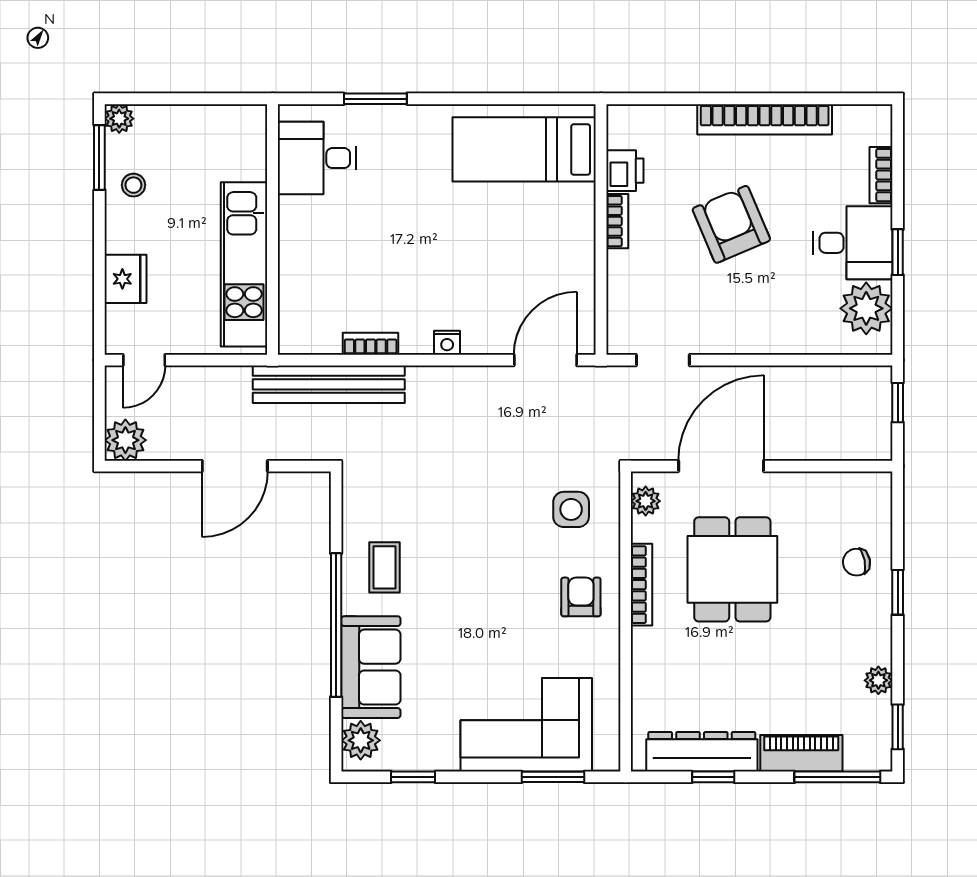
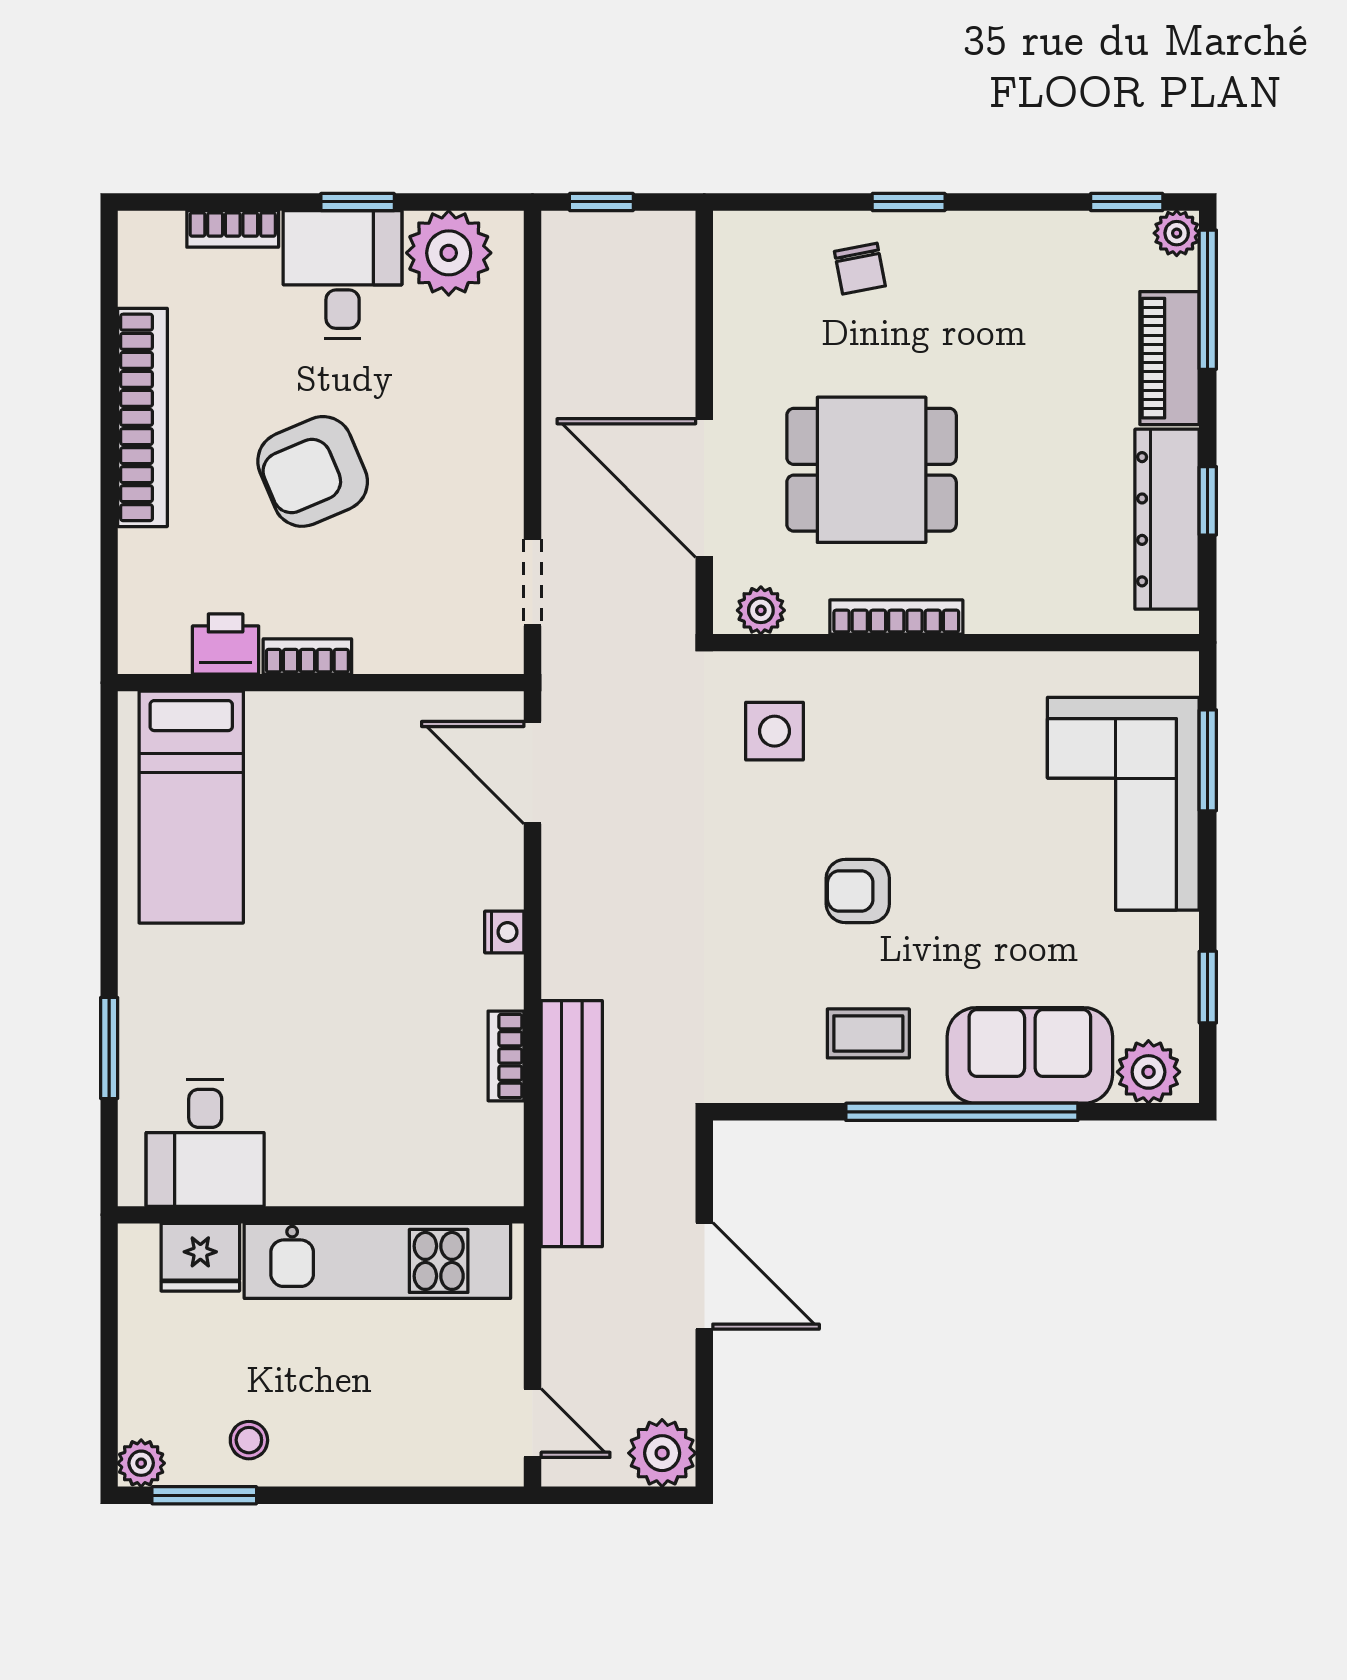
fridge: (126, 279) -> (200, 1257), moved, turned 180
armchair: (581, 597) -> (858, 891), moved
plant: (878, 680) -> (1177, 233), moved

